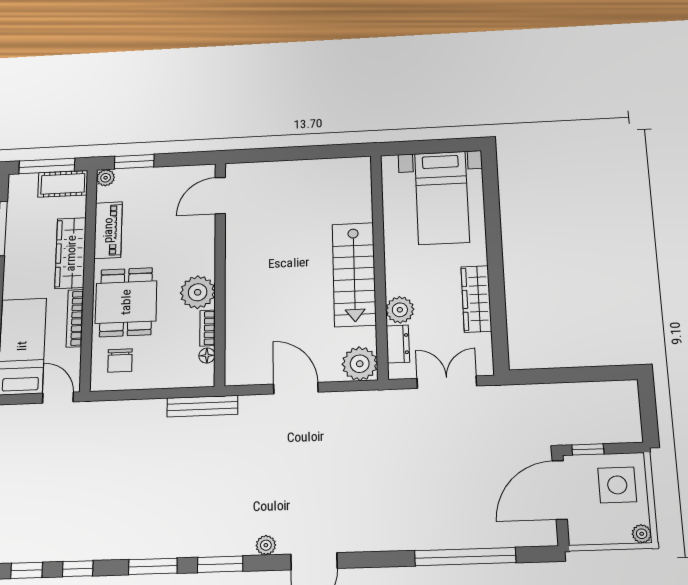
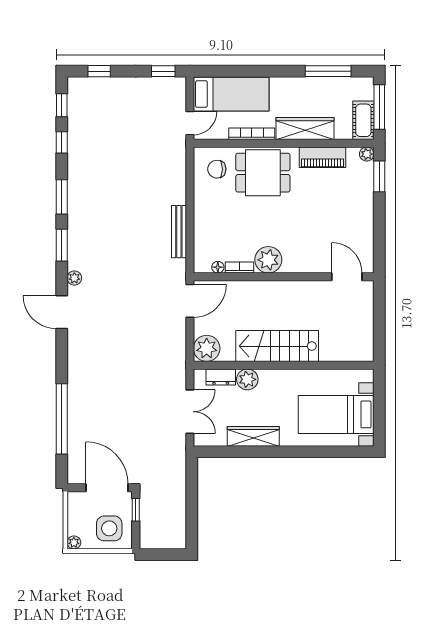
door: (220, 196) -> (347, 277), moved
wall: (220, 272) -> (284, 277), moved
plant: (198, 292) -> (268, 260), moved
bookcase: (208, 328) -> (239, 268), moved
floor lamp: (207, 356) -> (218, 267), moved

